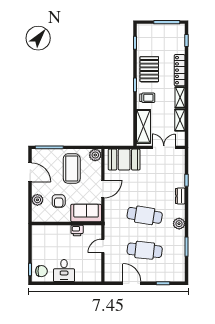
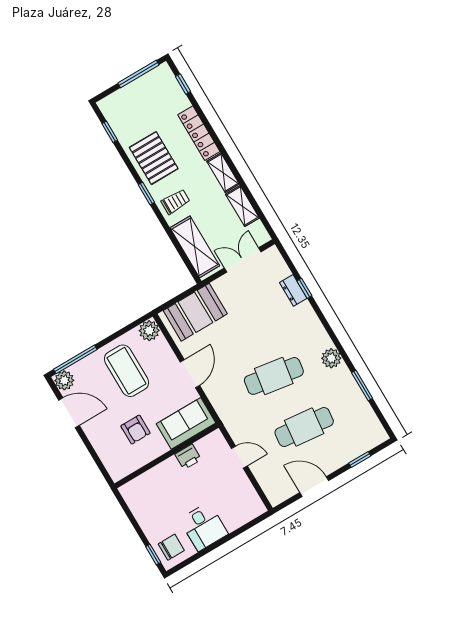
dresser: (180, 196) -> (293, 290), moved
plant: (37, 200) -> (64, 380), moved
door: (103, 246) -> (239, 457), swing flipped

